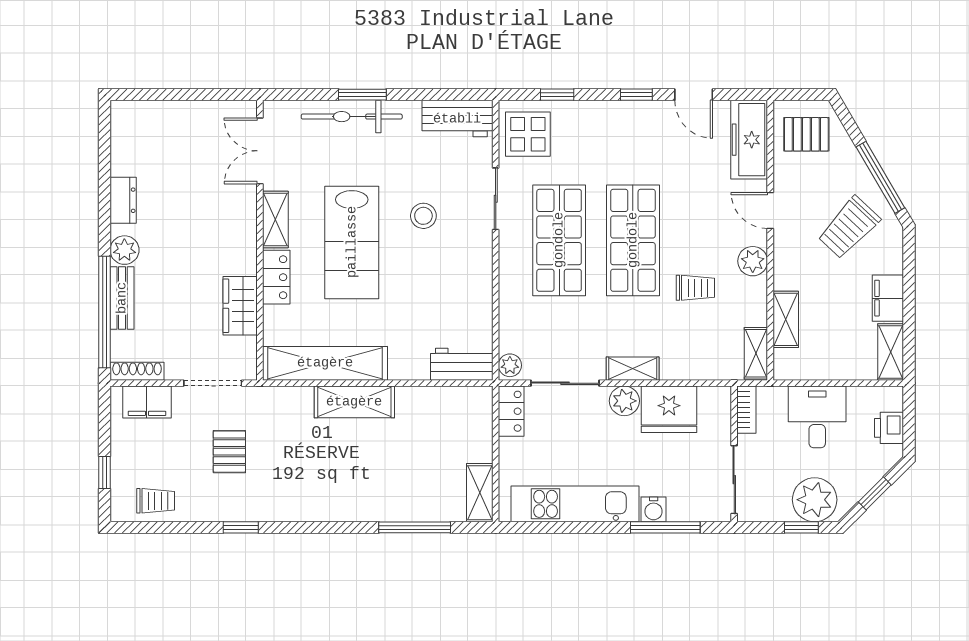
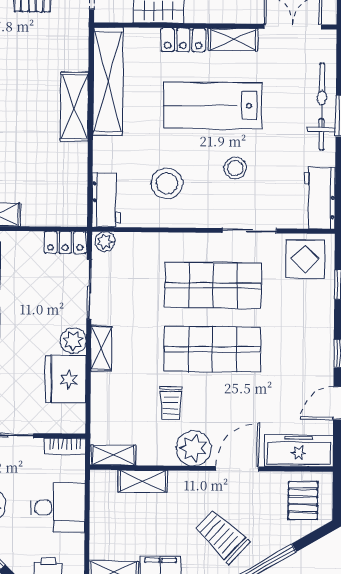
door: (770, 210) -> (237, 469), width x1.37
plant: (753, 261) -> (193, 448), width x1.36, depth x1.36
stool: (442, 294) -> (167, 183), added

